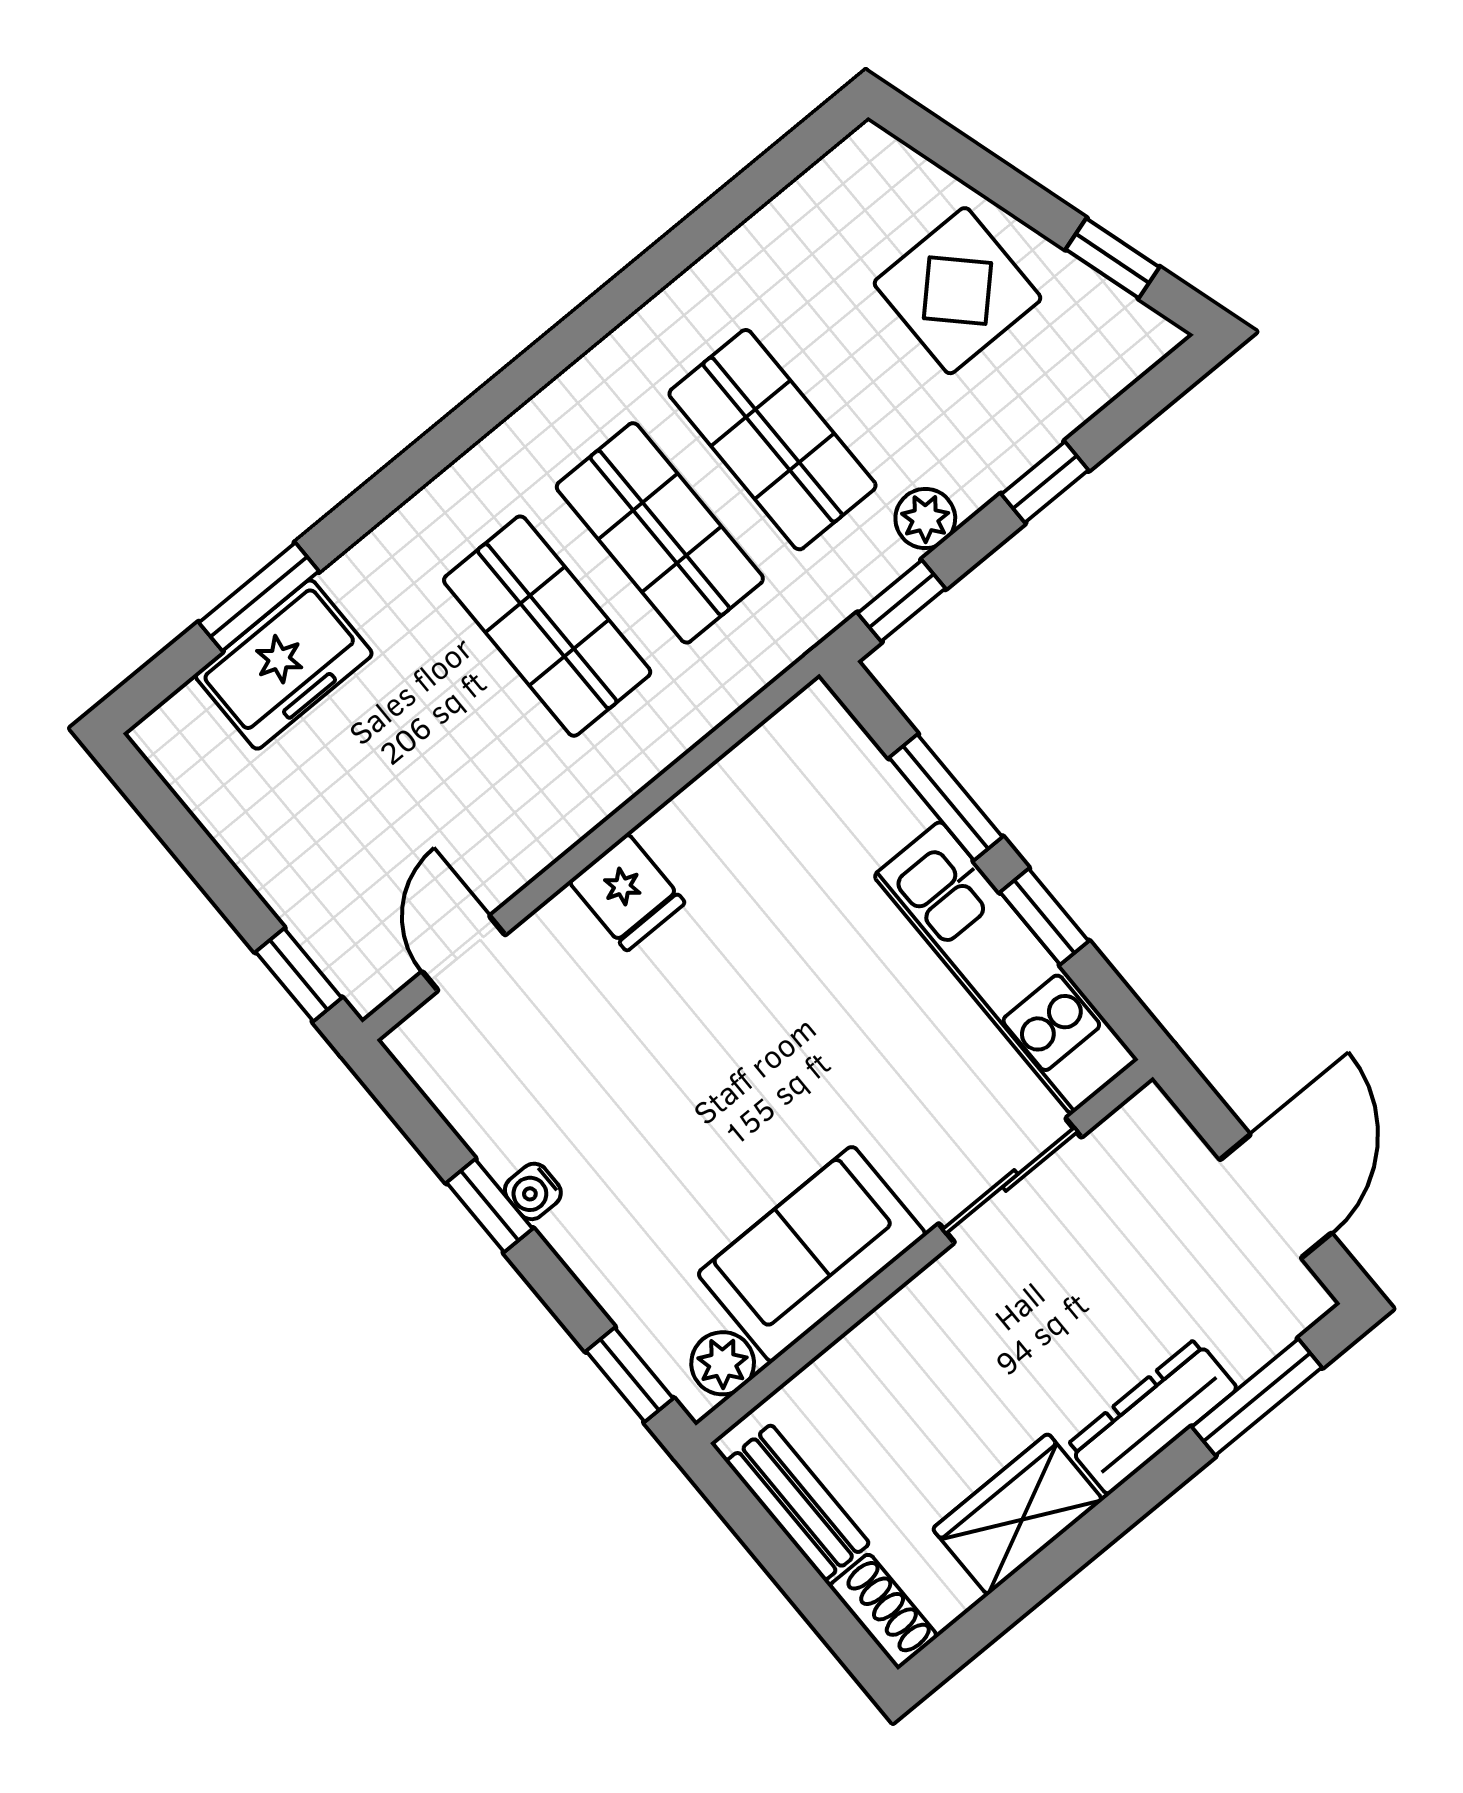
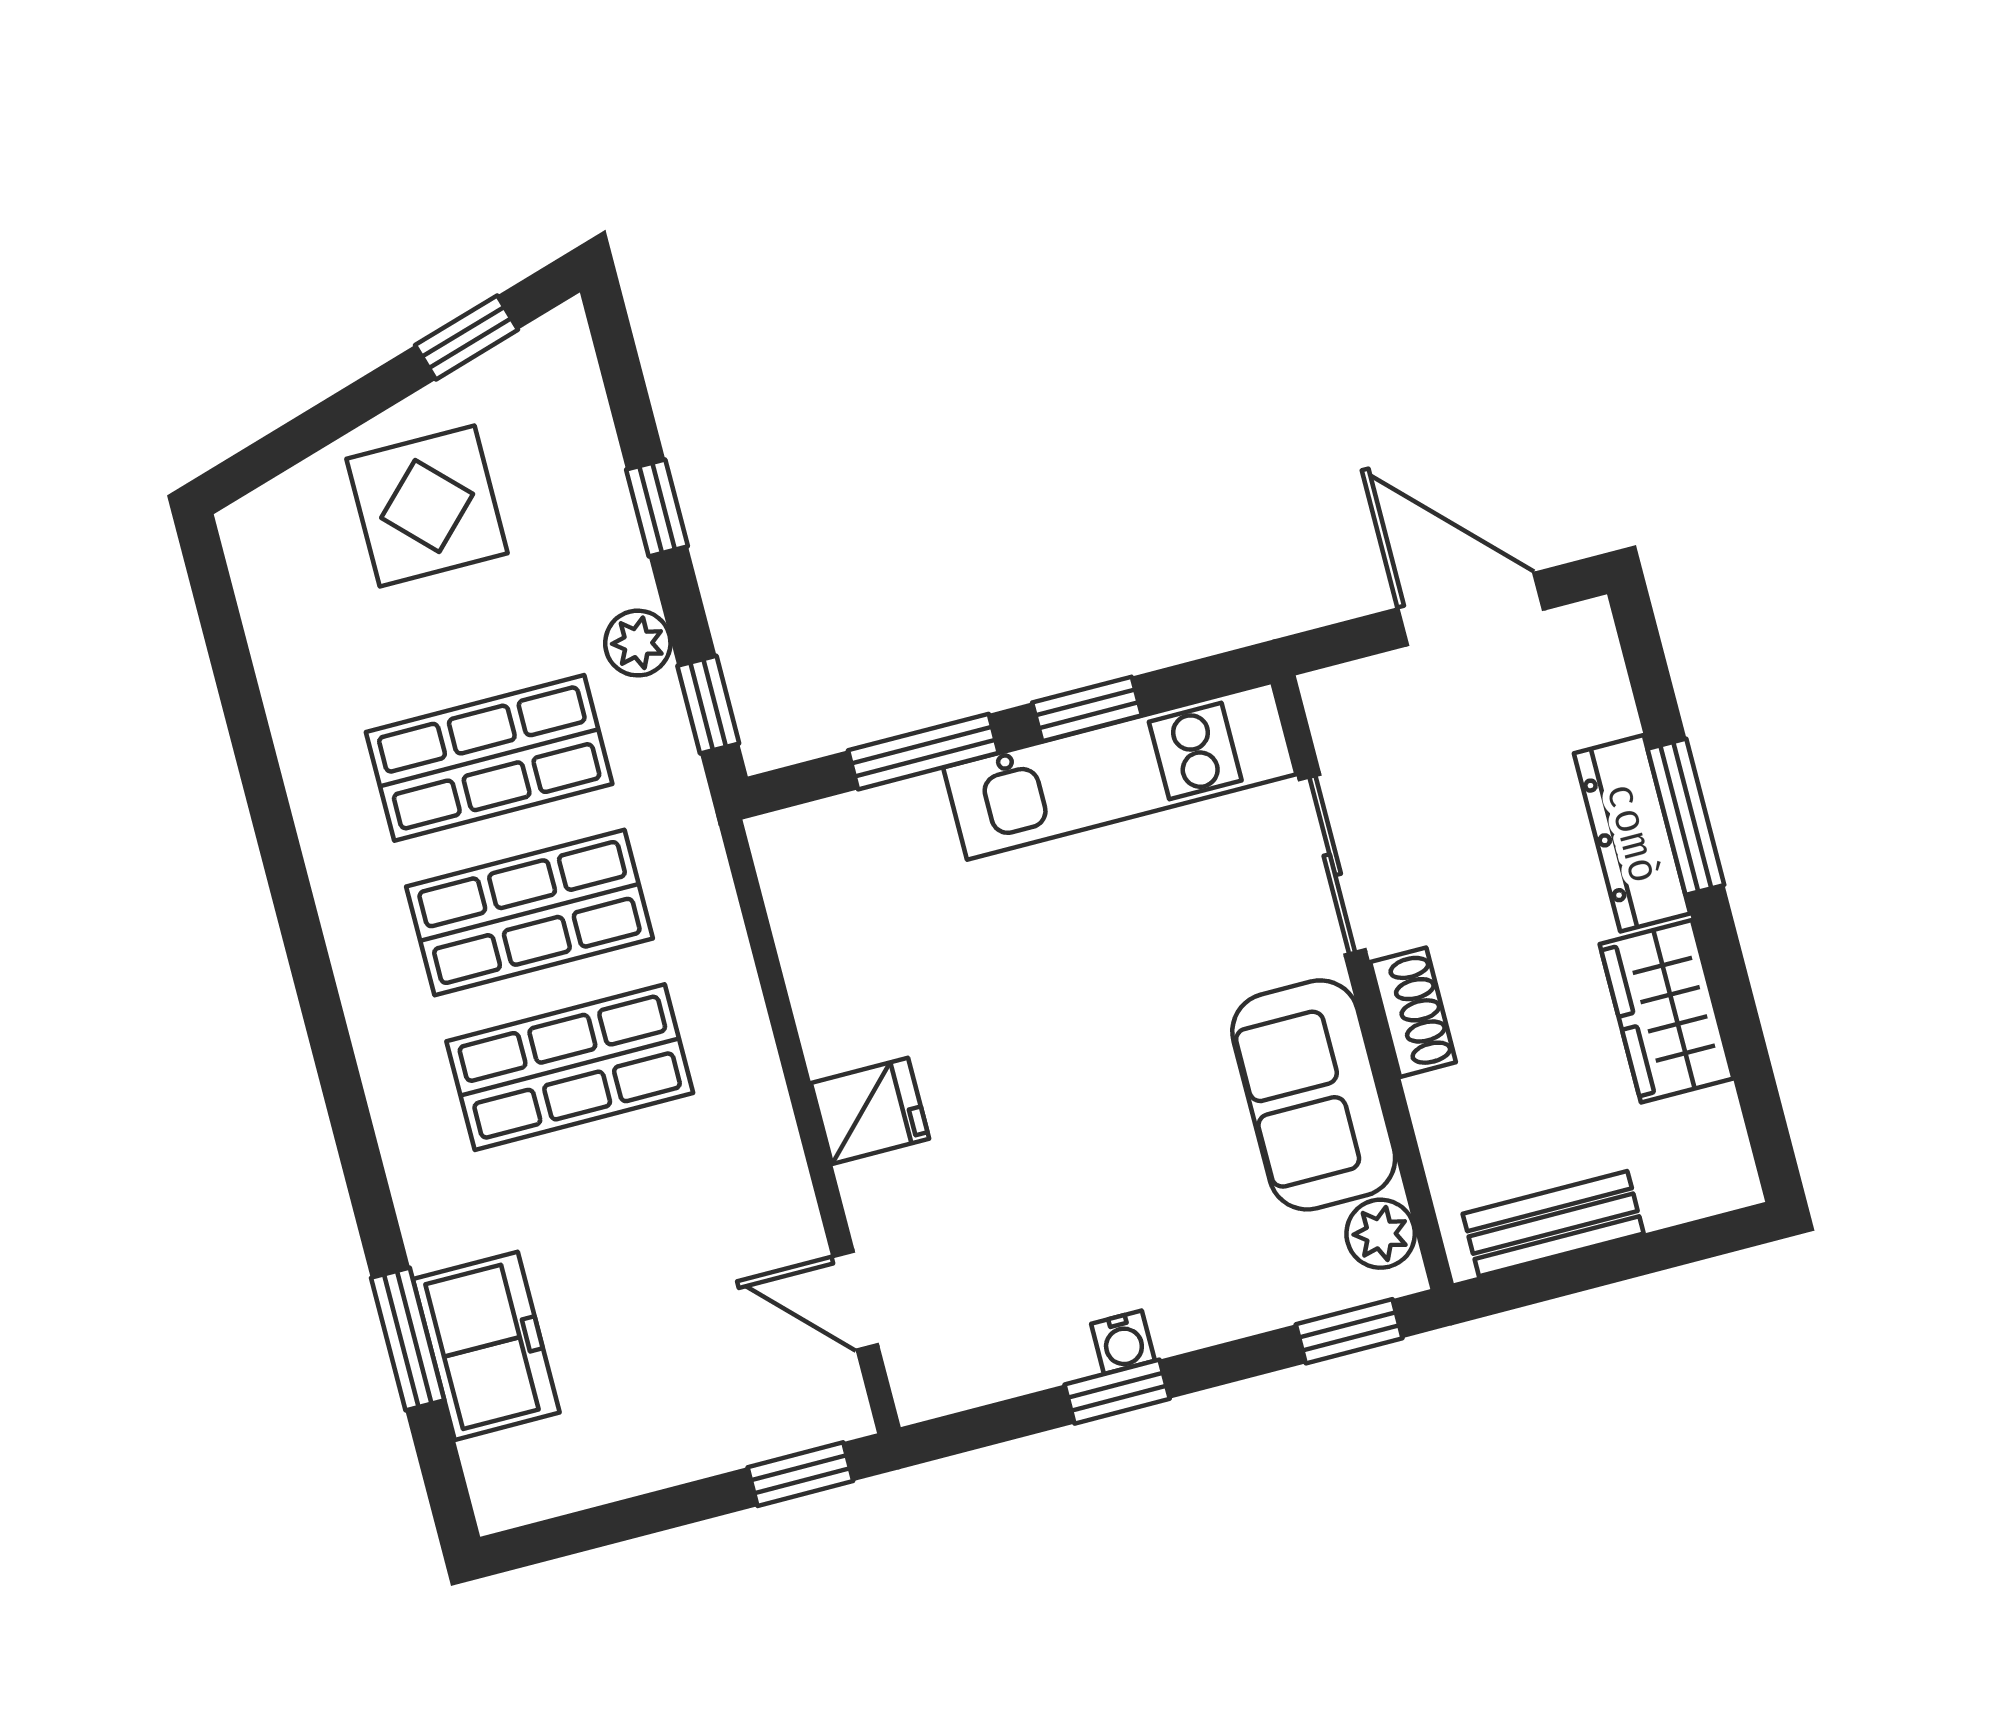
window: (1257, 1397) -> (1686, 817), moved
shoe rack: (883, 1611) -> (1413, 1012), moved, turned 90

